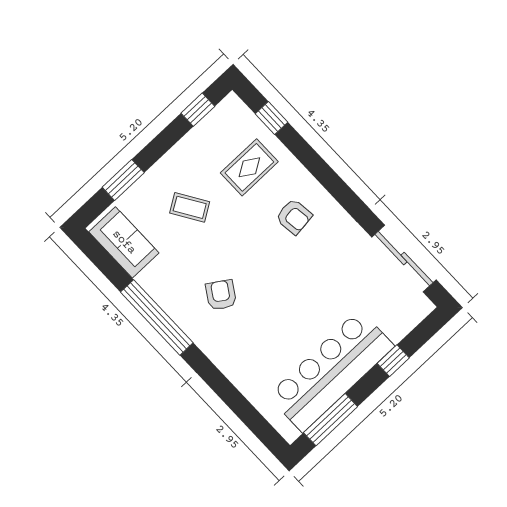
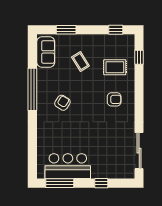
armchair: (294, 217) -> (114, 99), turned -83
bar counter: (331, 371) -> (68, 166), width x0.73

